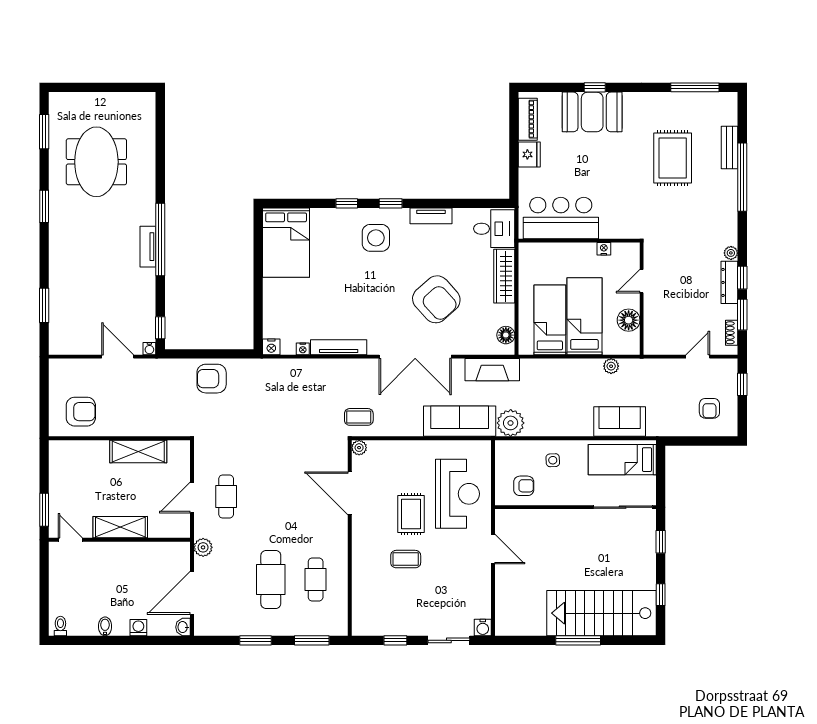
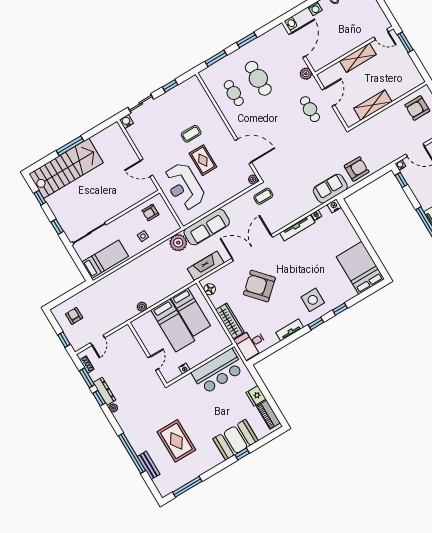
floor lamp: (629, 320) -> (147, 338), removed
sofa: (620, 422) -> (330, 189), moved, turned 180

